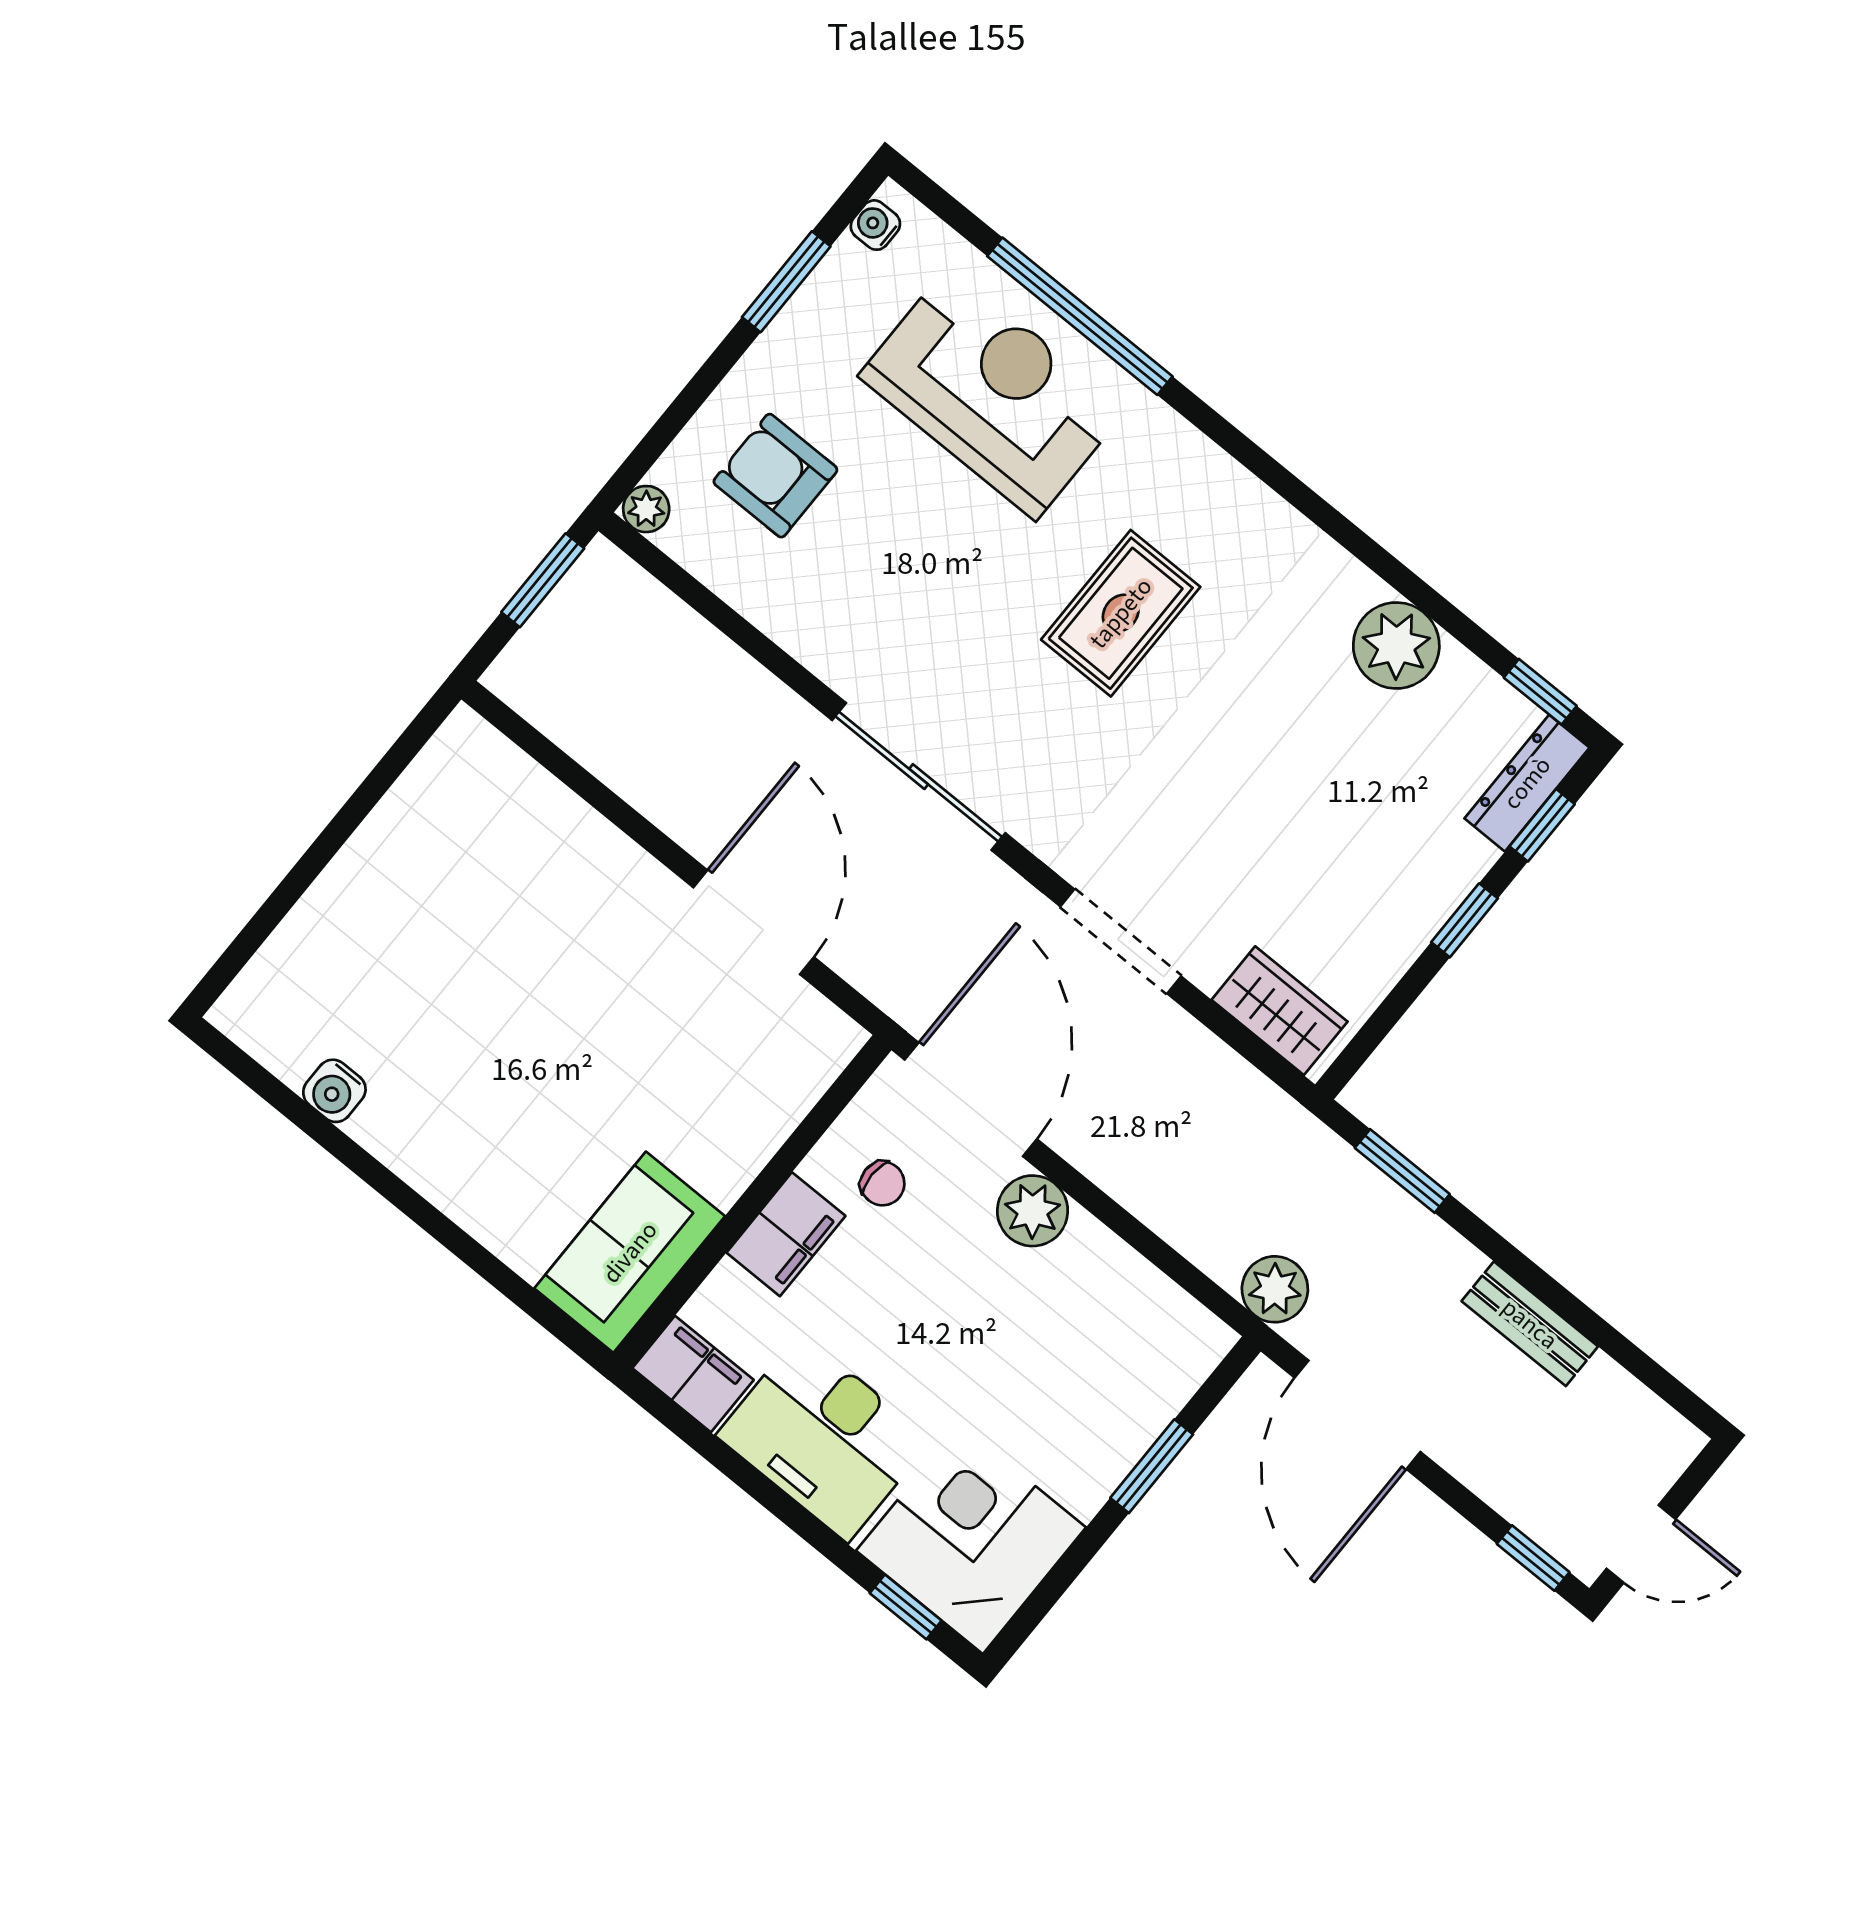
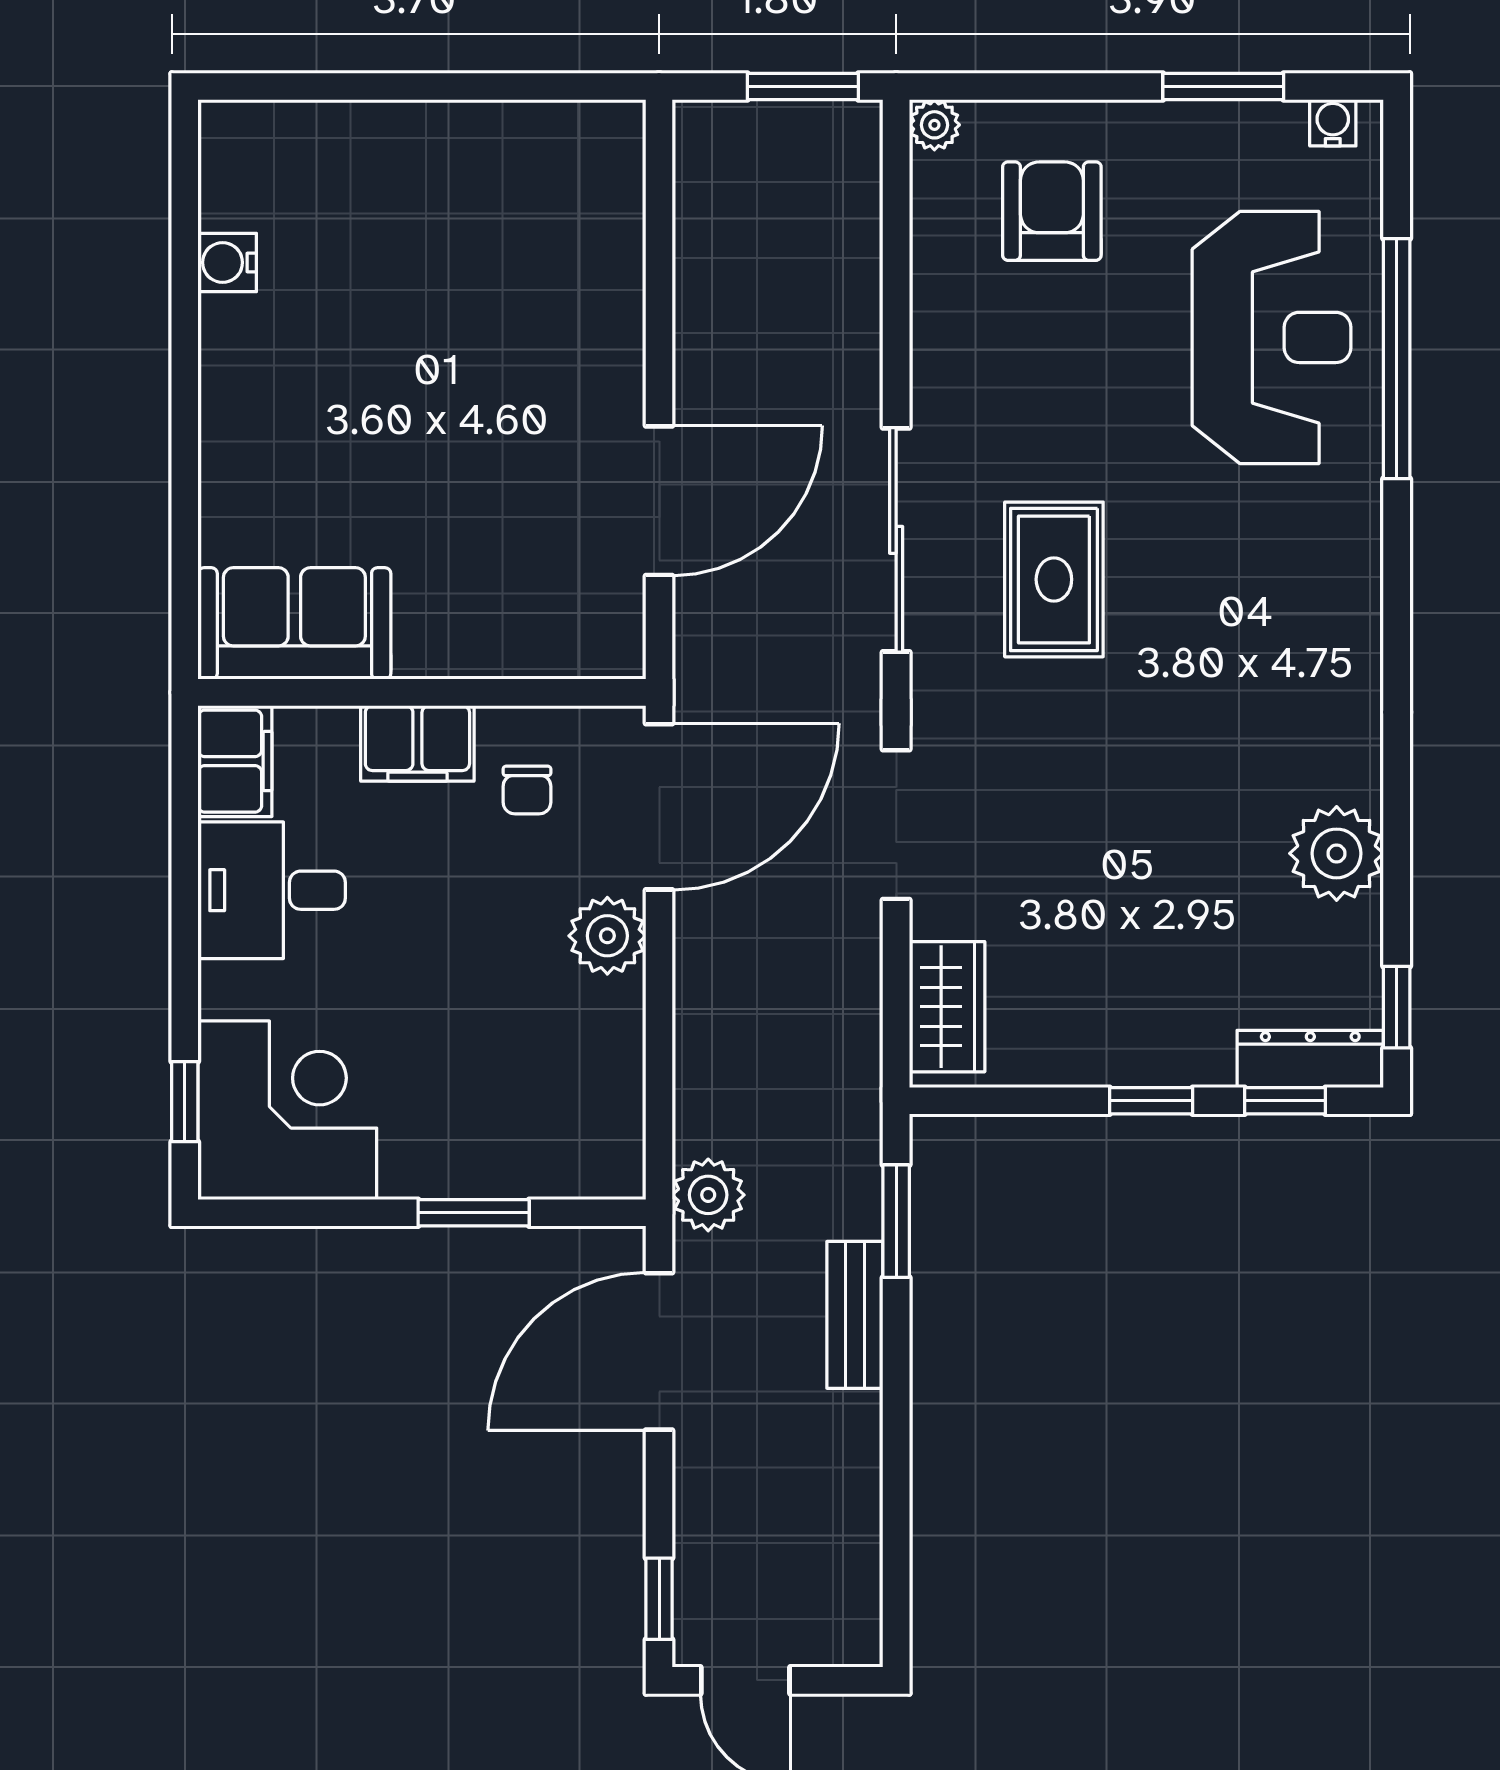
rug: (1121, 613) -> (1054, 579), moved, turned 90
bench: (1530, 1324) -> (855, 1315), moved
desk: (824, 1438) -> (272, 890), width x0.73

